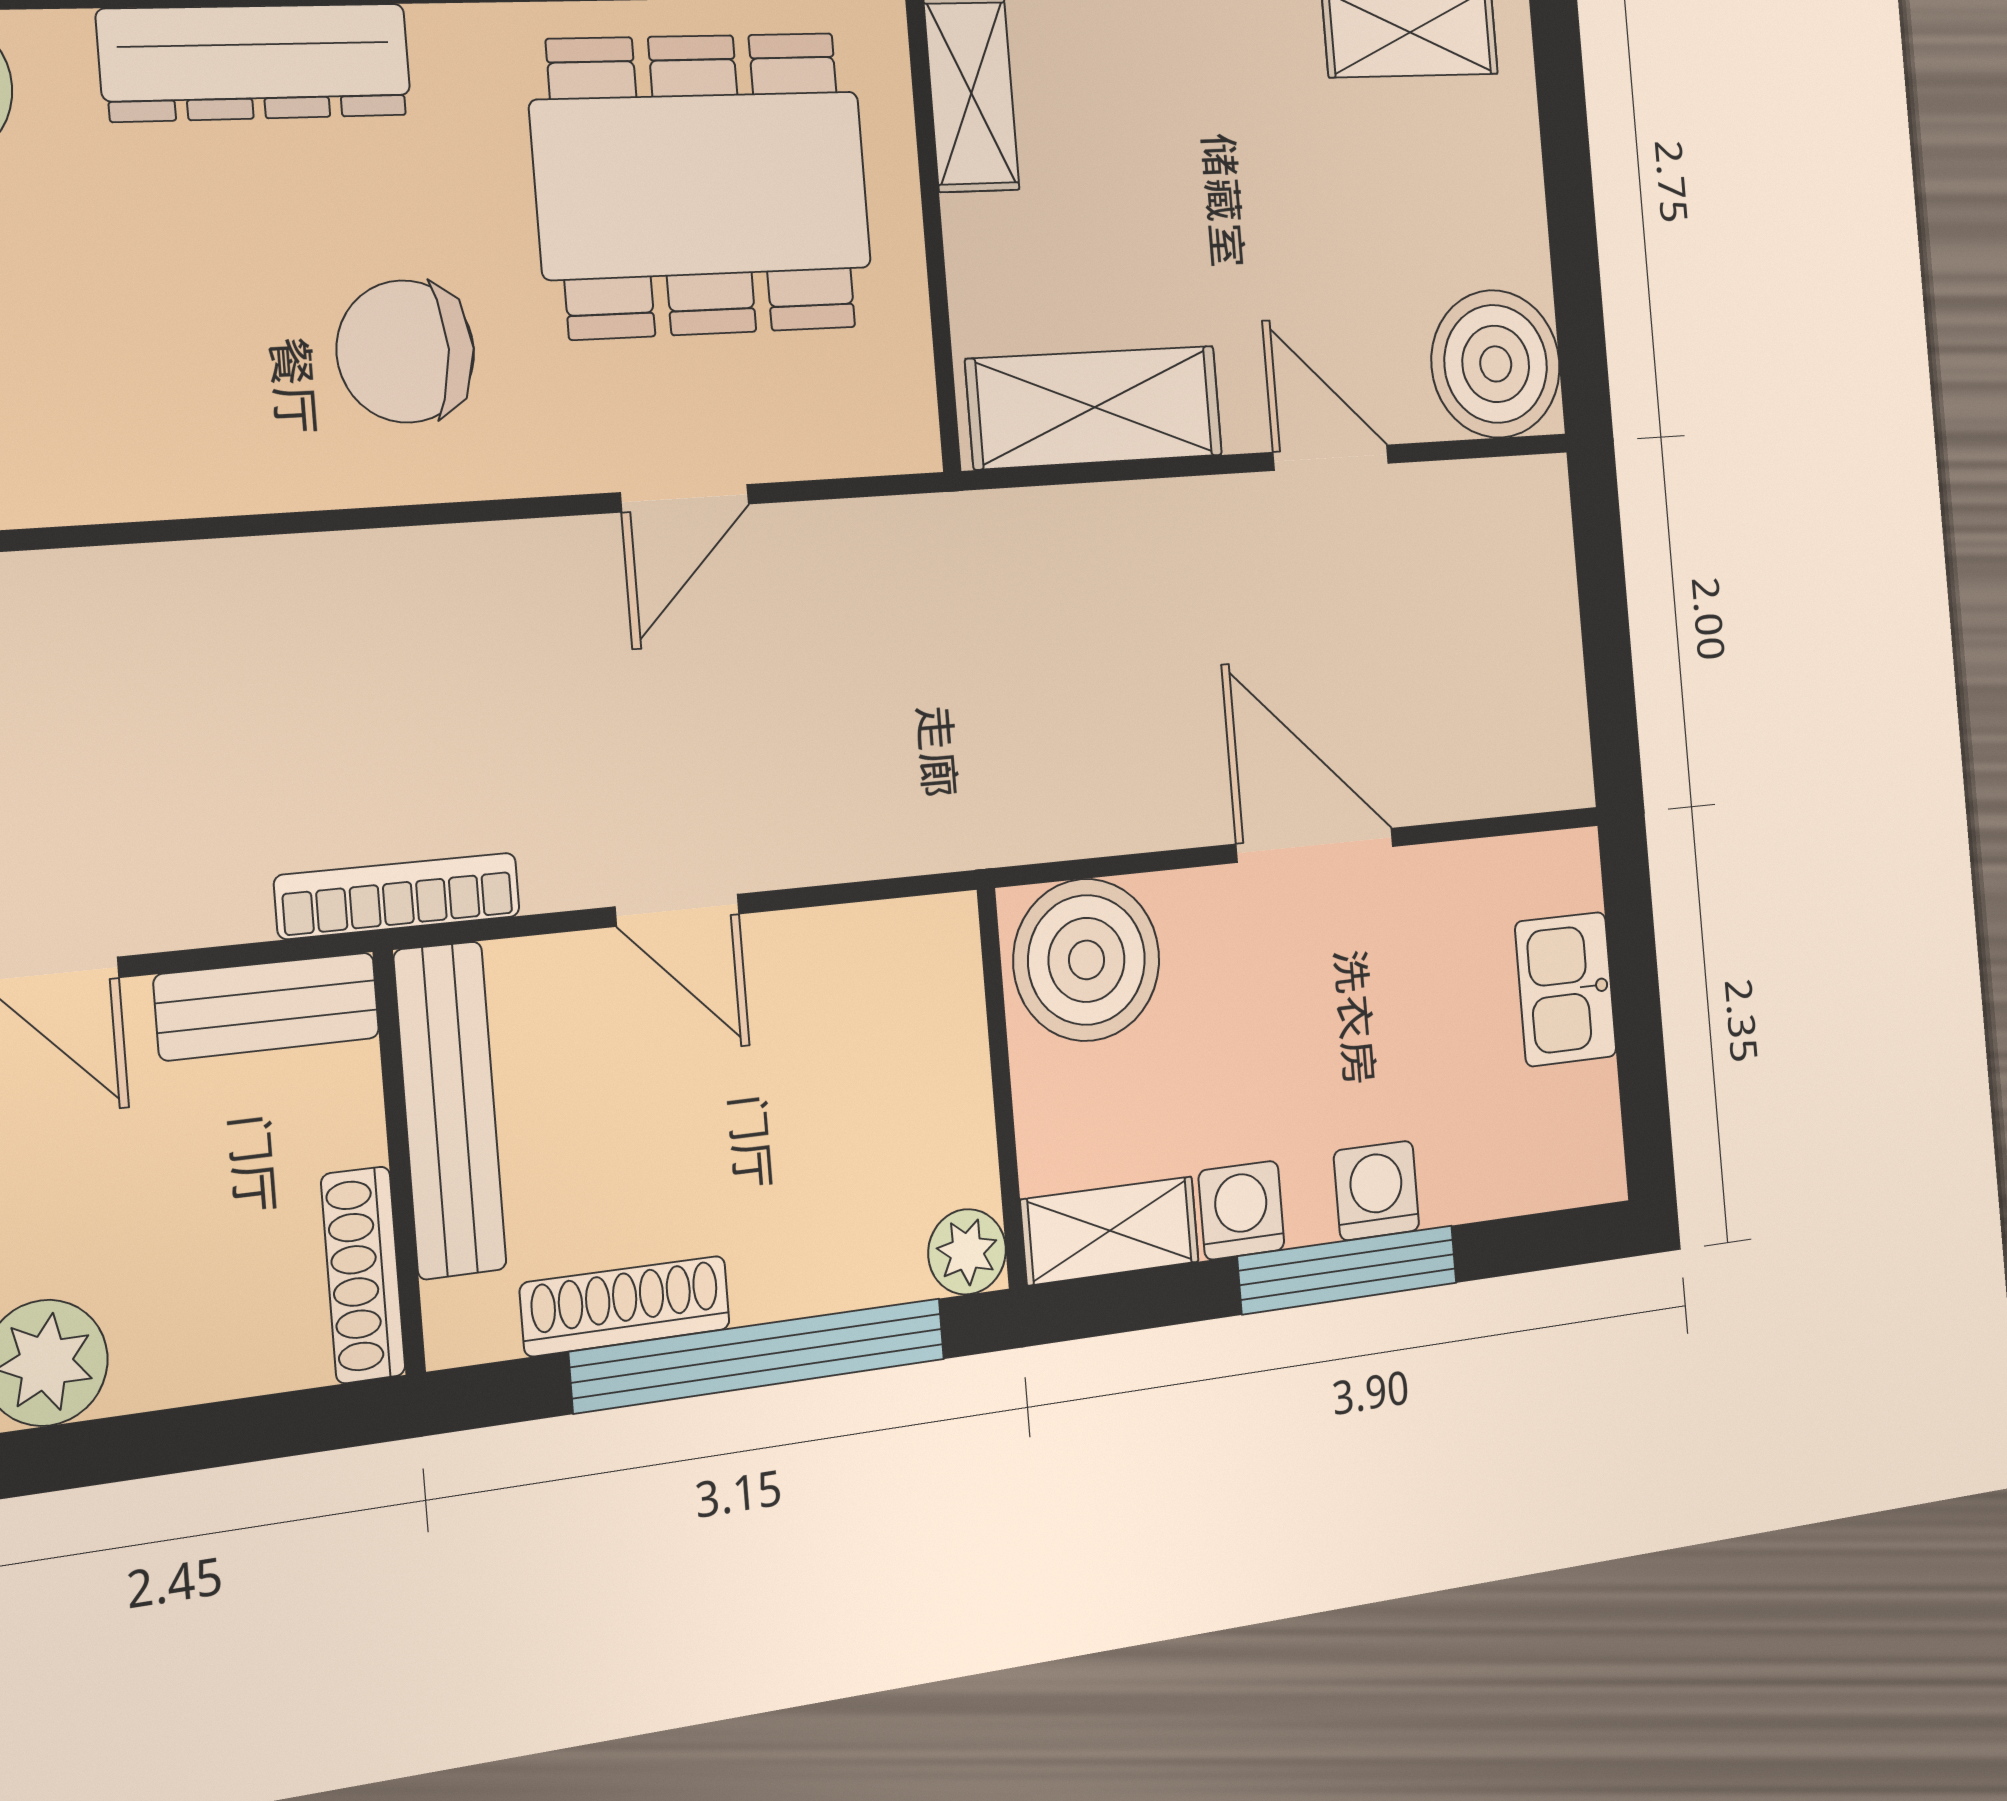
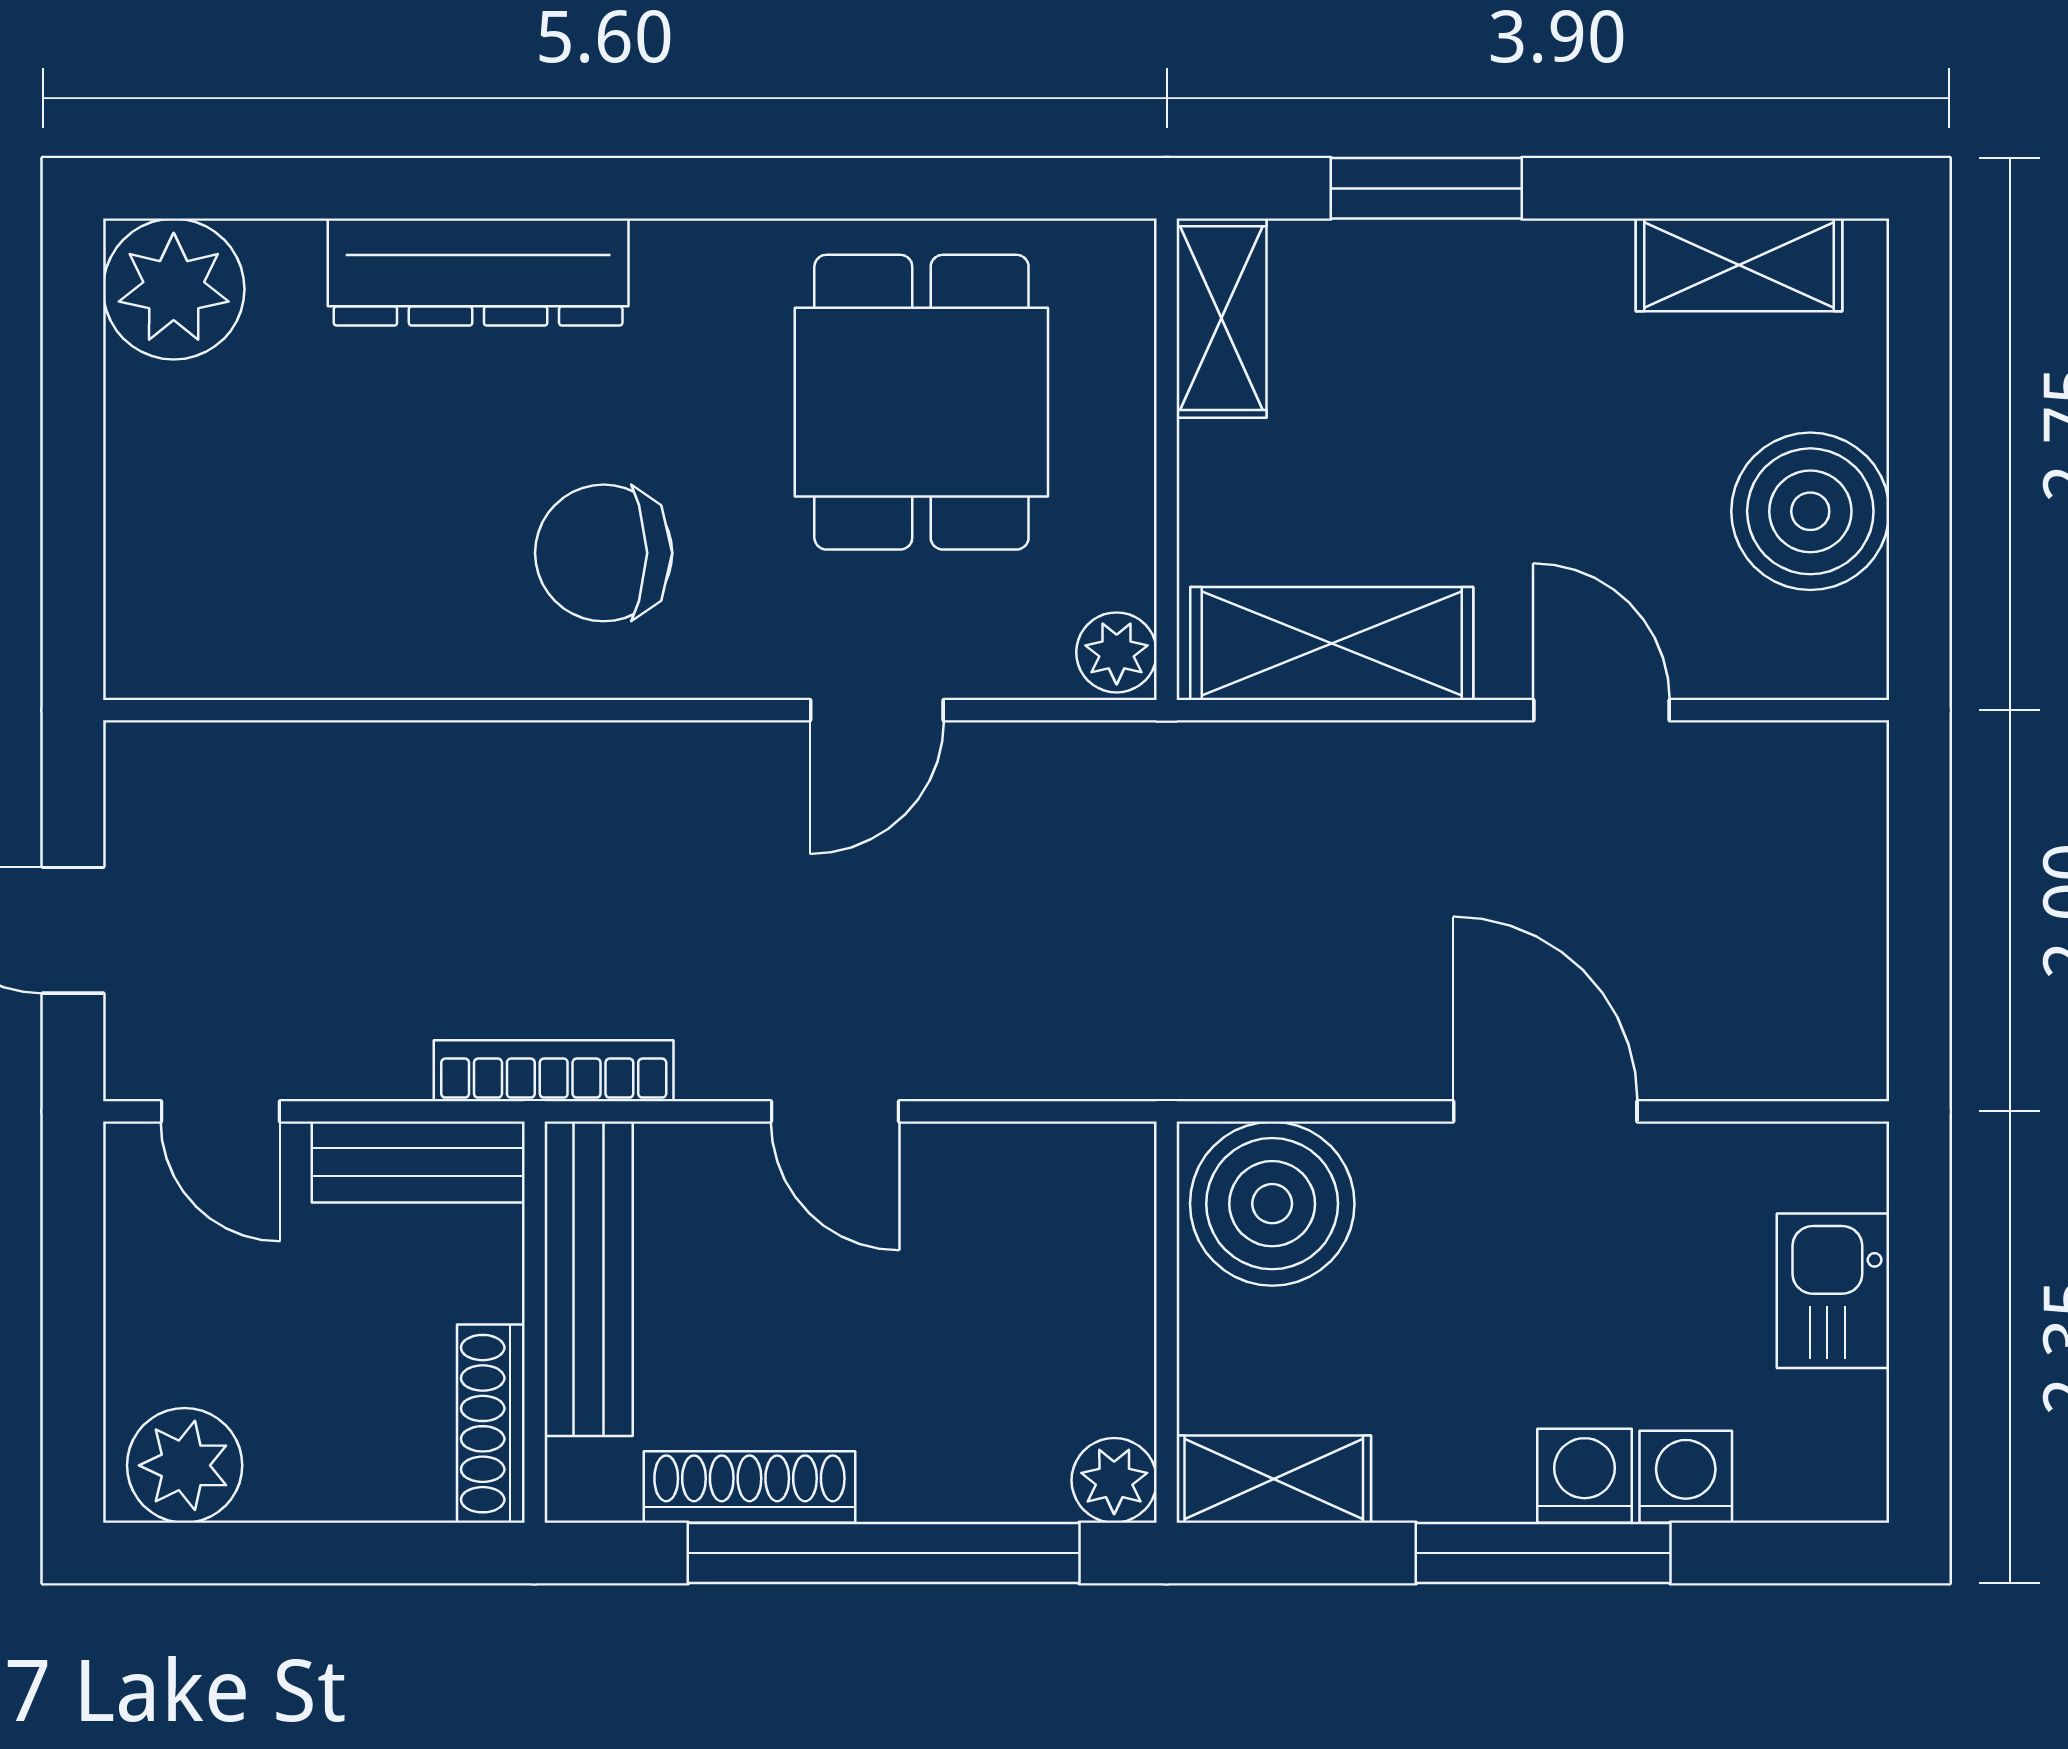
dining table: (702, 185) -> (921, 402), width x0.73
boiler: (1496, 364) -> (1810, 511), moved
plant: (903, 427) -> (1117, 652), added
washing machine: (1241, 1210) -> (1686, 1477), moved

